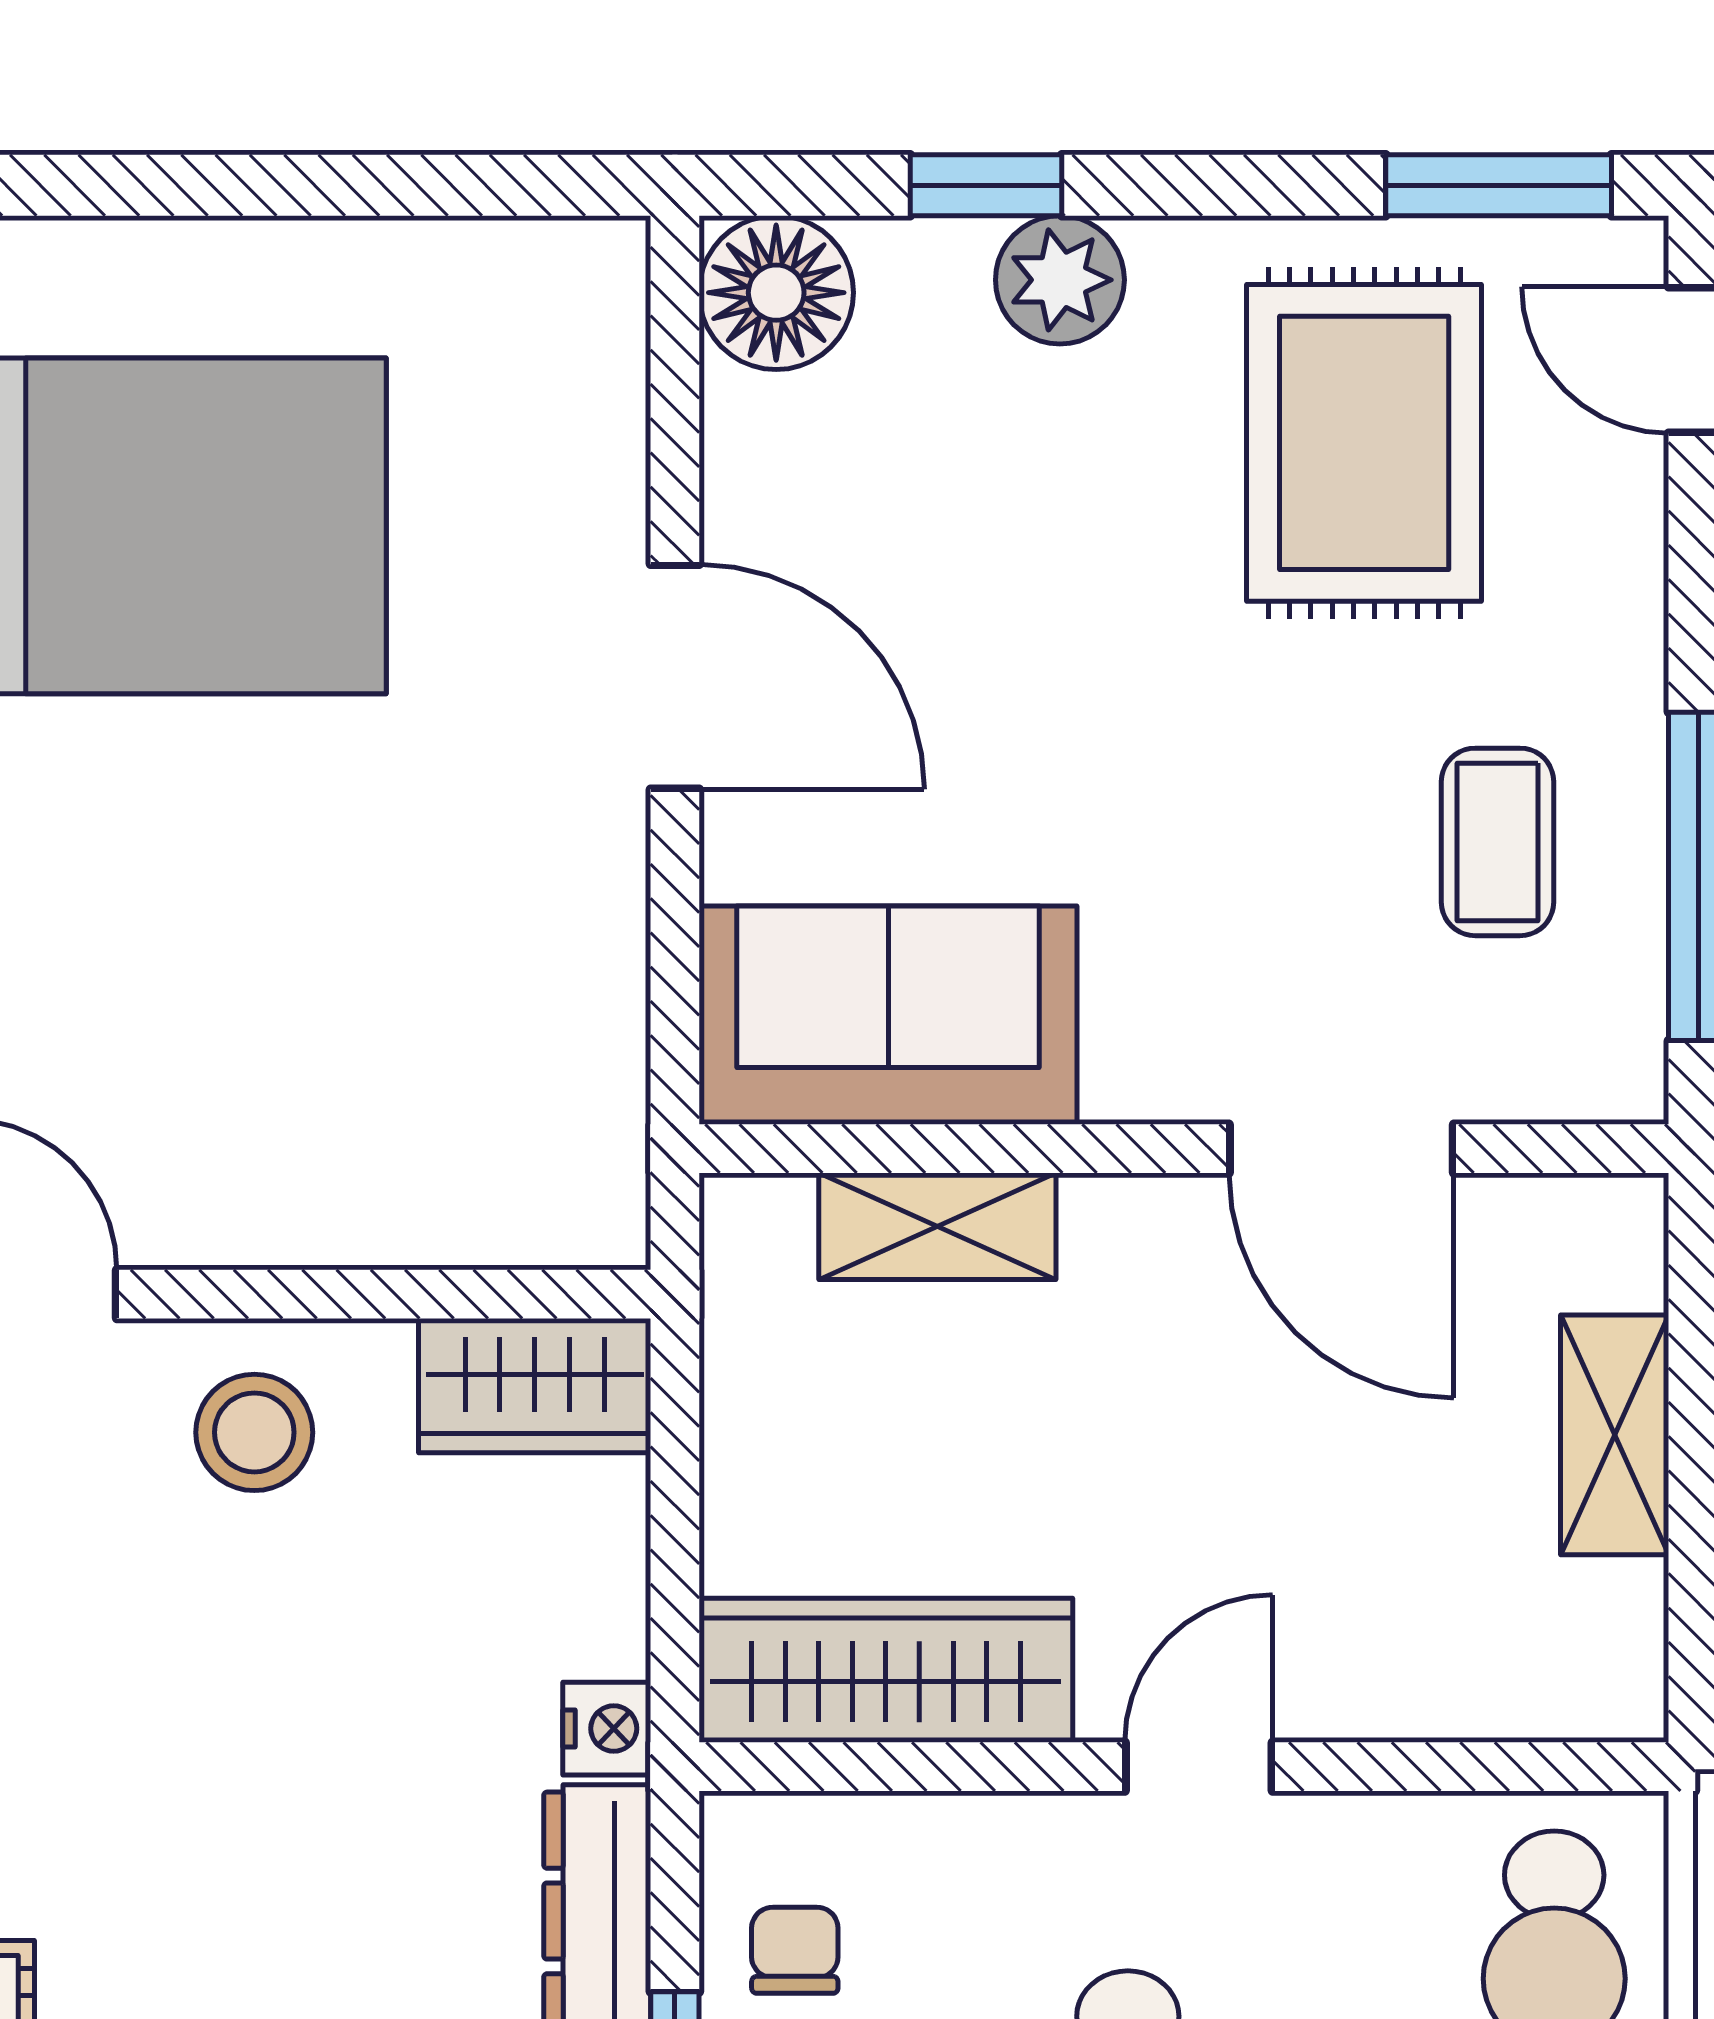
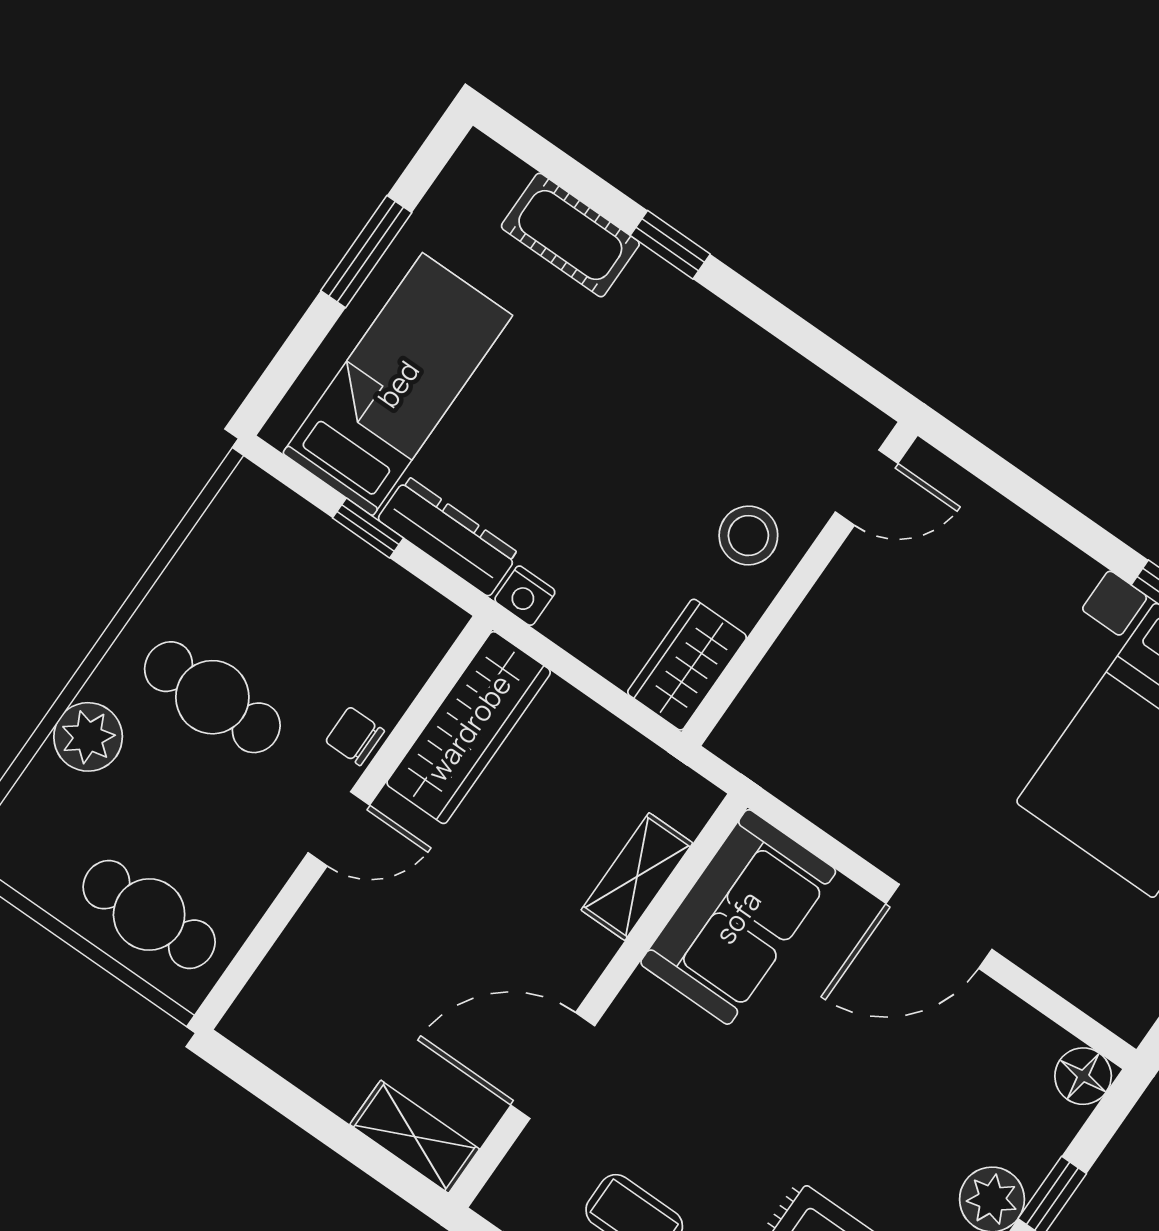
floor lamp: (776, 293) -> (1083, 1076), width x0.73, depth x0.73
shelving: (1615, 1435) -> (415, 1137), moved
door: (1199, 1767) -> (339, 829), hinge flipped
chair: (795, 1950) -> (355, 736), moved, turned 180

